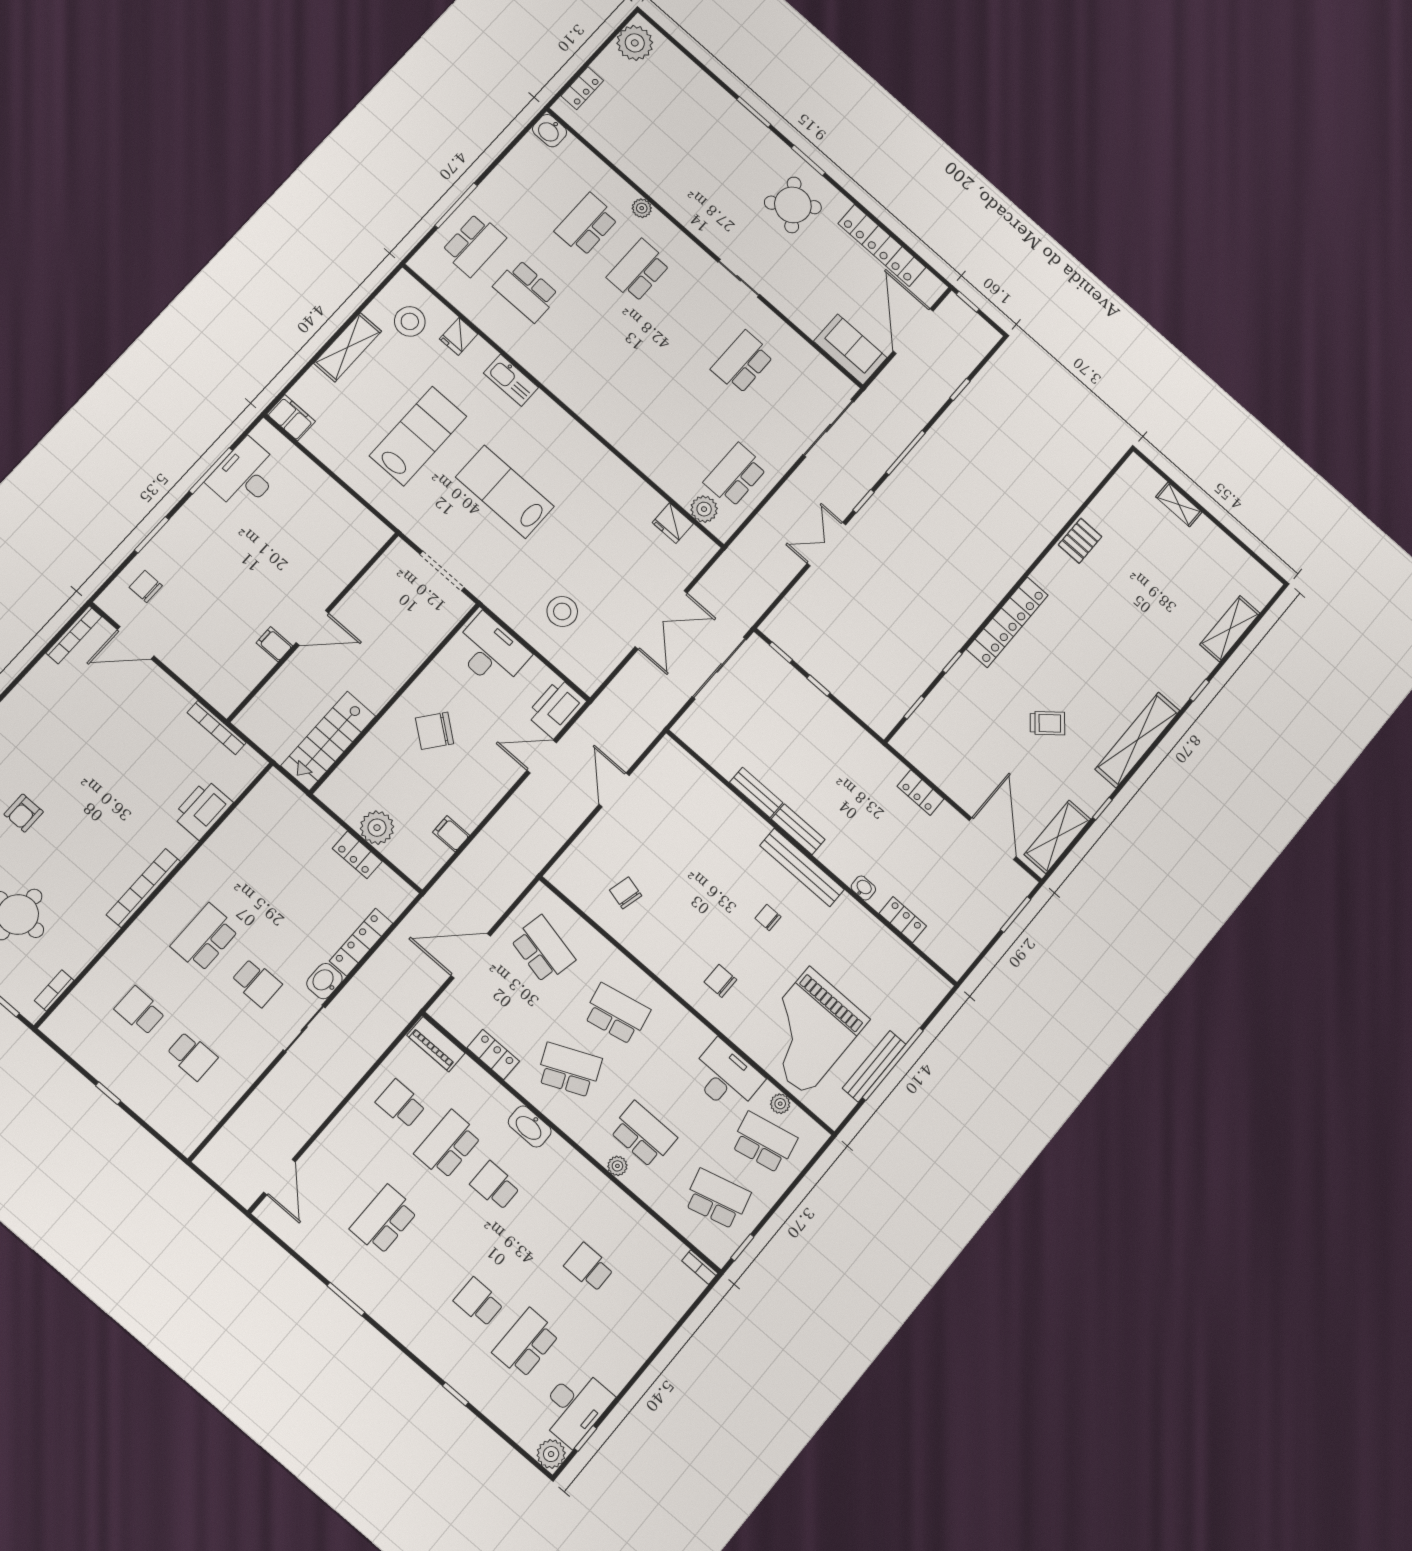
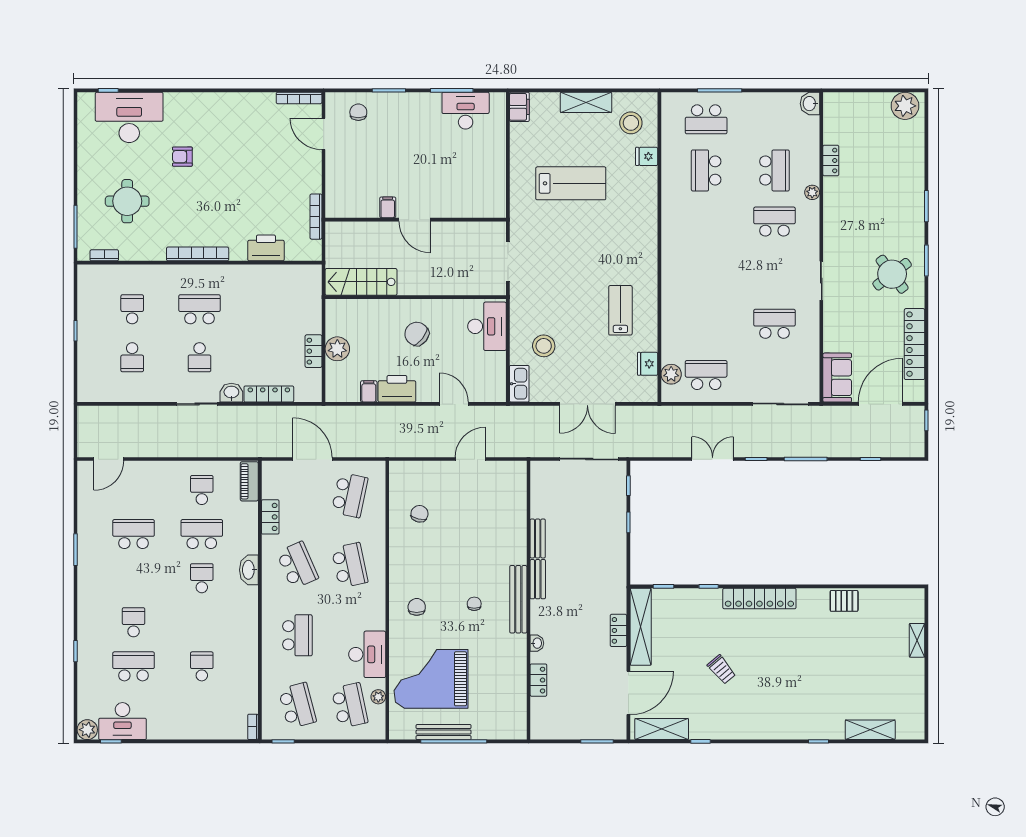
locker: (582, 88) -> (831, 160), moved, turned -90
school desk: (587, 225) -> (775, 170), turned 90
kitchen sink: (511, 380) -> (519, 384), moved, turned 180
lab bench: (505, 492) -> (620, 310), moved, width x0.73, depth x0.72
printer: (556, 708) -> (397, 389), moved
shelving: (1138, 740) -> (641, 627), moved, turned 90
plant: (617, 1166) -> (269, 636), removed

